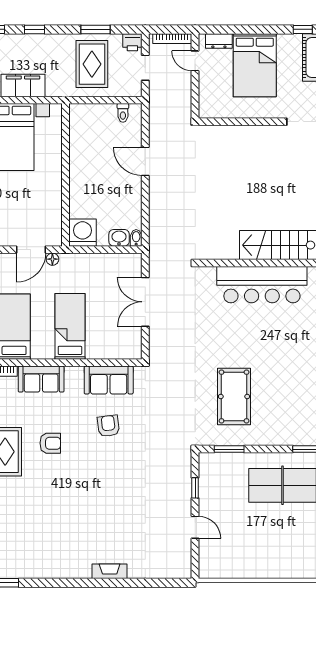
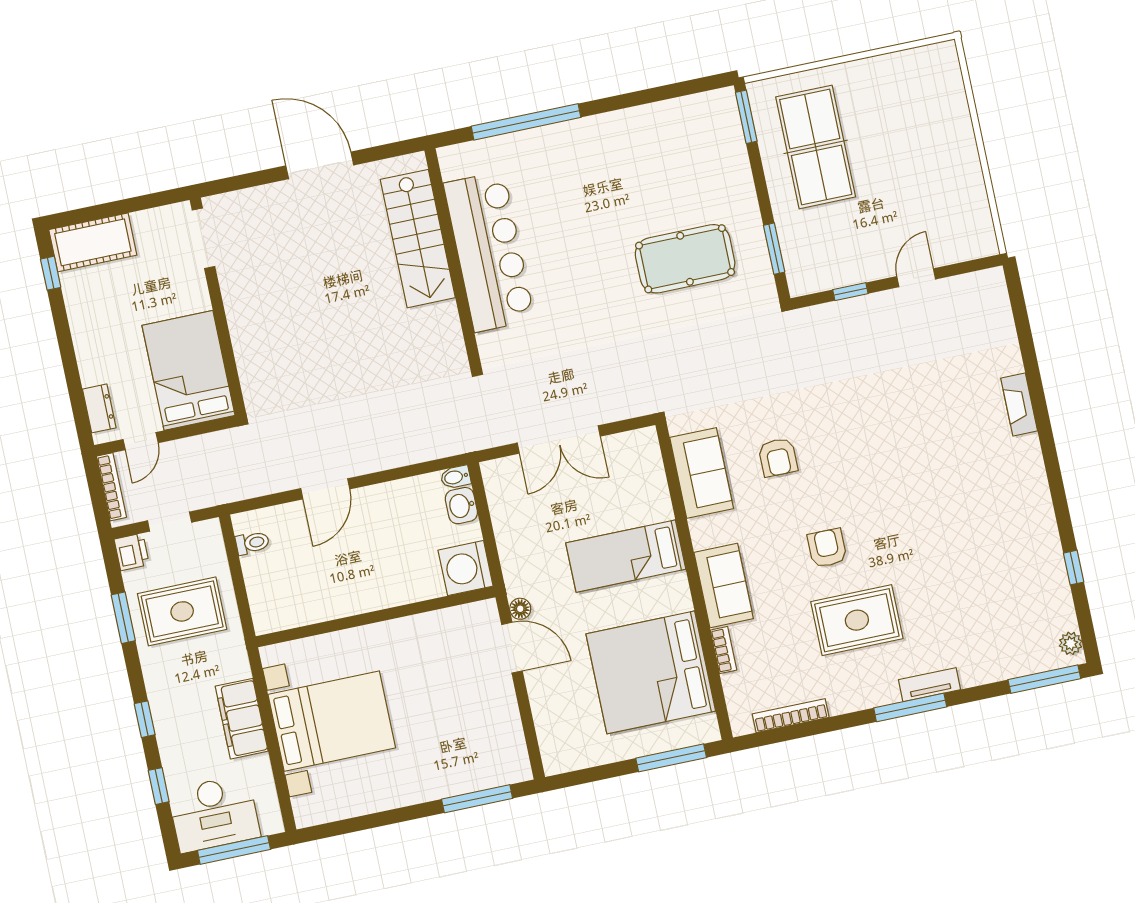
bed: (255, 65) -> (188, 370), moved, turned -90
armchair: (108, 426) -> (778, 457), turned -83

